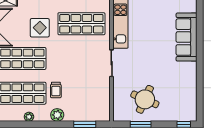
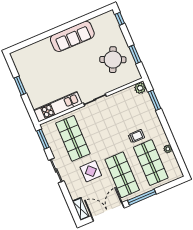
sofa: (186, 37) -> (72, 36), moved
plant: (57, 115) -> (140, 88), moved

